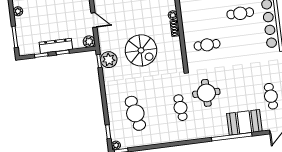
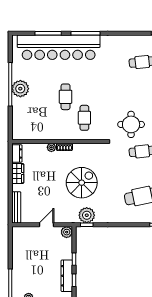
cafe table: (240, 13) -> (66, 97), moved
dresser: (56, 46) -> (67, 276), moved

